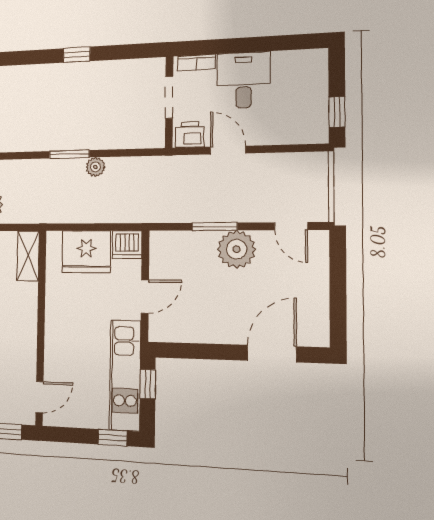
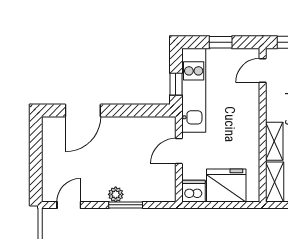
door: (291, 226) -> (69, 205), hinge flipped
plant: (237, 249) -> (116, 194), width x0.53, depth x0.53
shelving: (27, 307) -> (274, 141), added
window: (113, 438) -> (221, 42), moved

